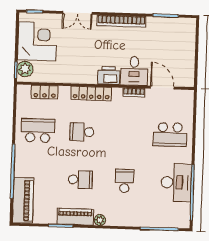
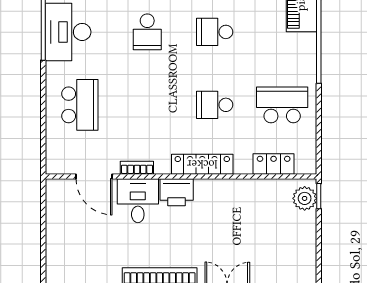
corner desk: (37, 41) -> (287, 241), removed
school desk: (38, 130) -> (282, 105), turned 180
school desk: (82, 132) -> (215, 105), turned 180
school desk: (170, 135) -> (80, 105), turned 90

